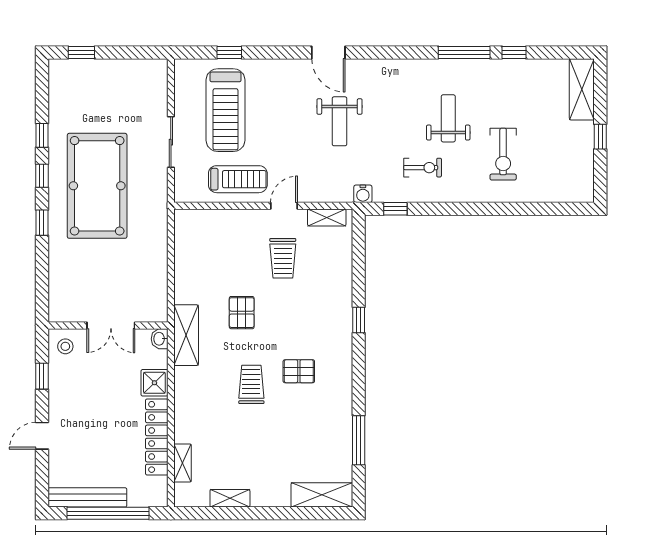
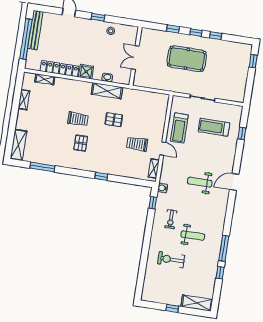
treadmill: (225, 110) -> (214, 127), width x0.73, depth x0.73
pool table: (97, 186) -> (187, 59), width x0.73, depth x0.76
wall: (108, 326) -> (136, 56), moved
double door: (111, 326) -> (135, 58), moved

